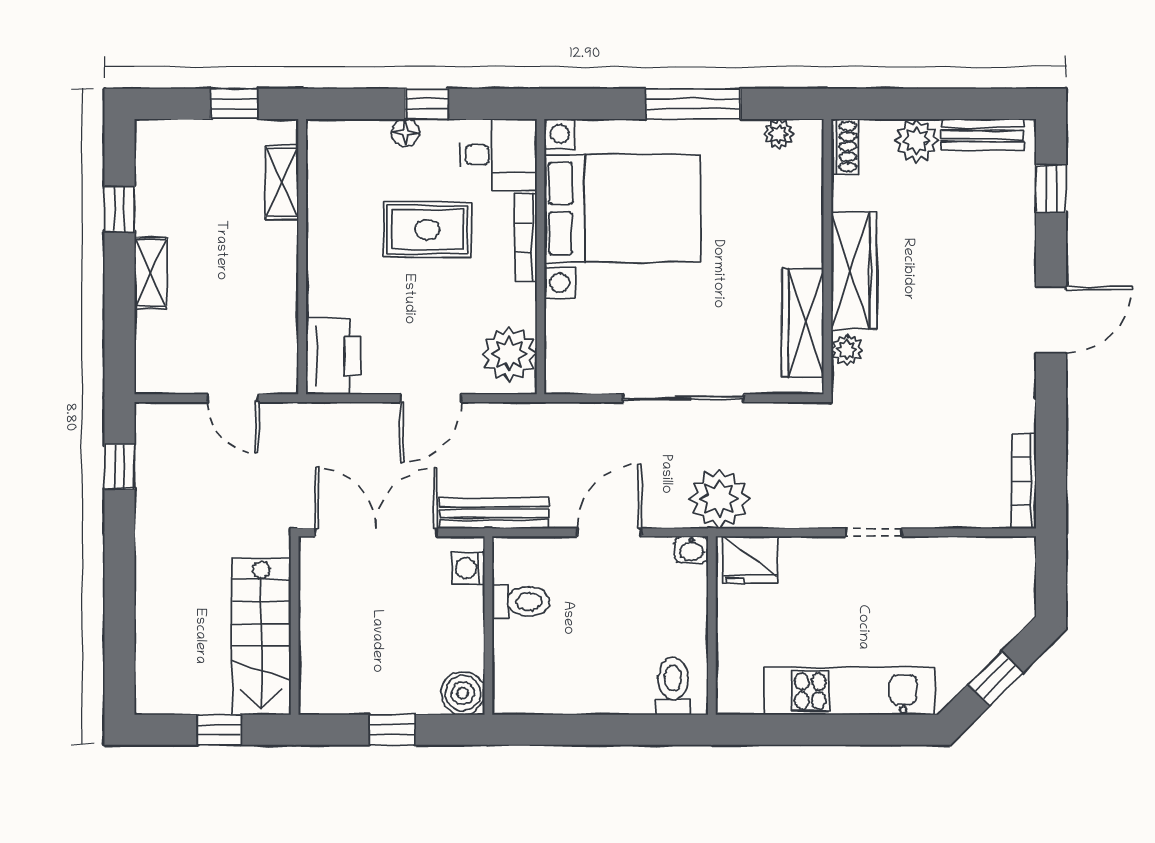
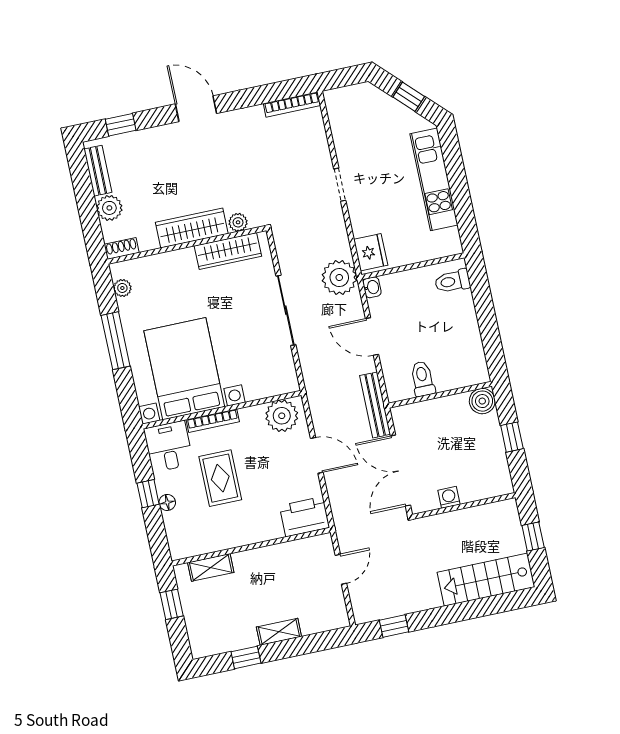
washing machine: (469, 568) -> (449, 497), moved, turned 180
stairs: (261, 636) -> (486, 580), moved, turned 180

